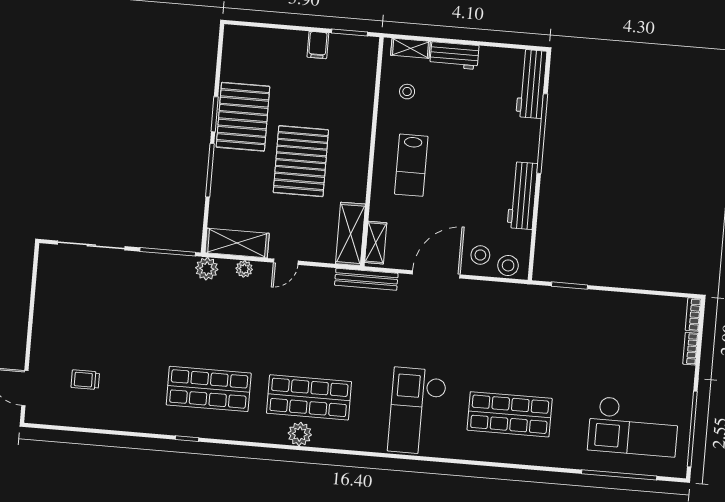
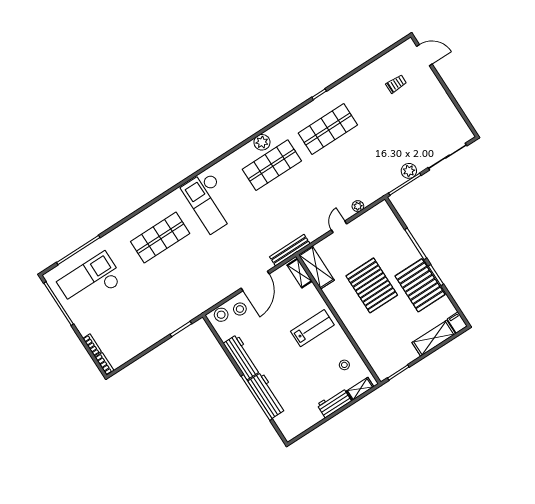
filing cabinet: (318, 45) -> (457, 323), moved
workbench: (531, 84) -> (267, 395), moved
lab bench: (411, 165) -> (312, 328), turned 90
shelving: (237, 243) -> (434, 338), moved
plant: (207, 269) -> (409, 171), moved
checkout: (417, 411) -> (210, 202), turned 180

